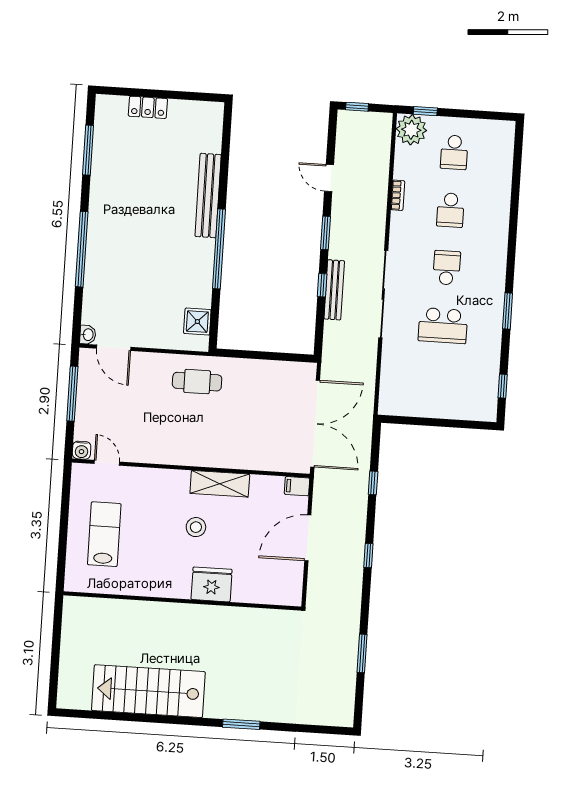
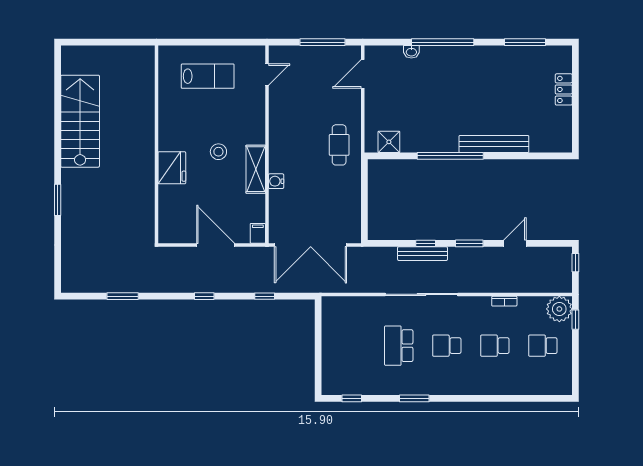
school desk: (447, 268) -> (447, 346), turned 180
washbasin: (88, 335) -> (411, 52), moved
water cooler: (82, 450) -> (276, 181), moved

